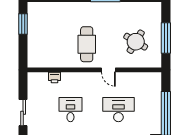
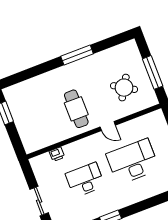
desk: (70, 110) -> (85, 180), width x1.37
desk: (118, 110) -> (133, 162), width x1.36, depth x1.30

